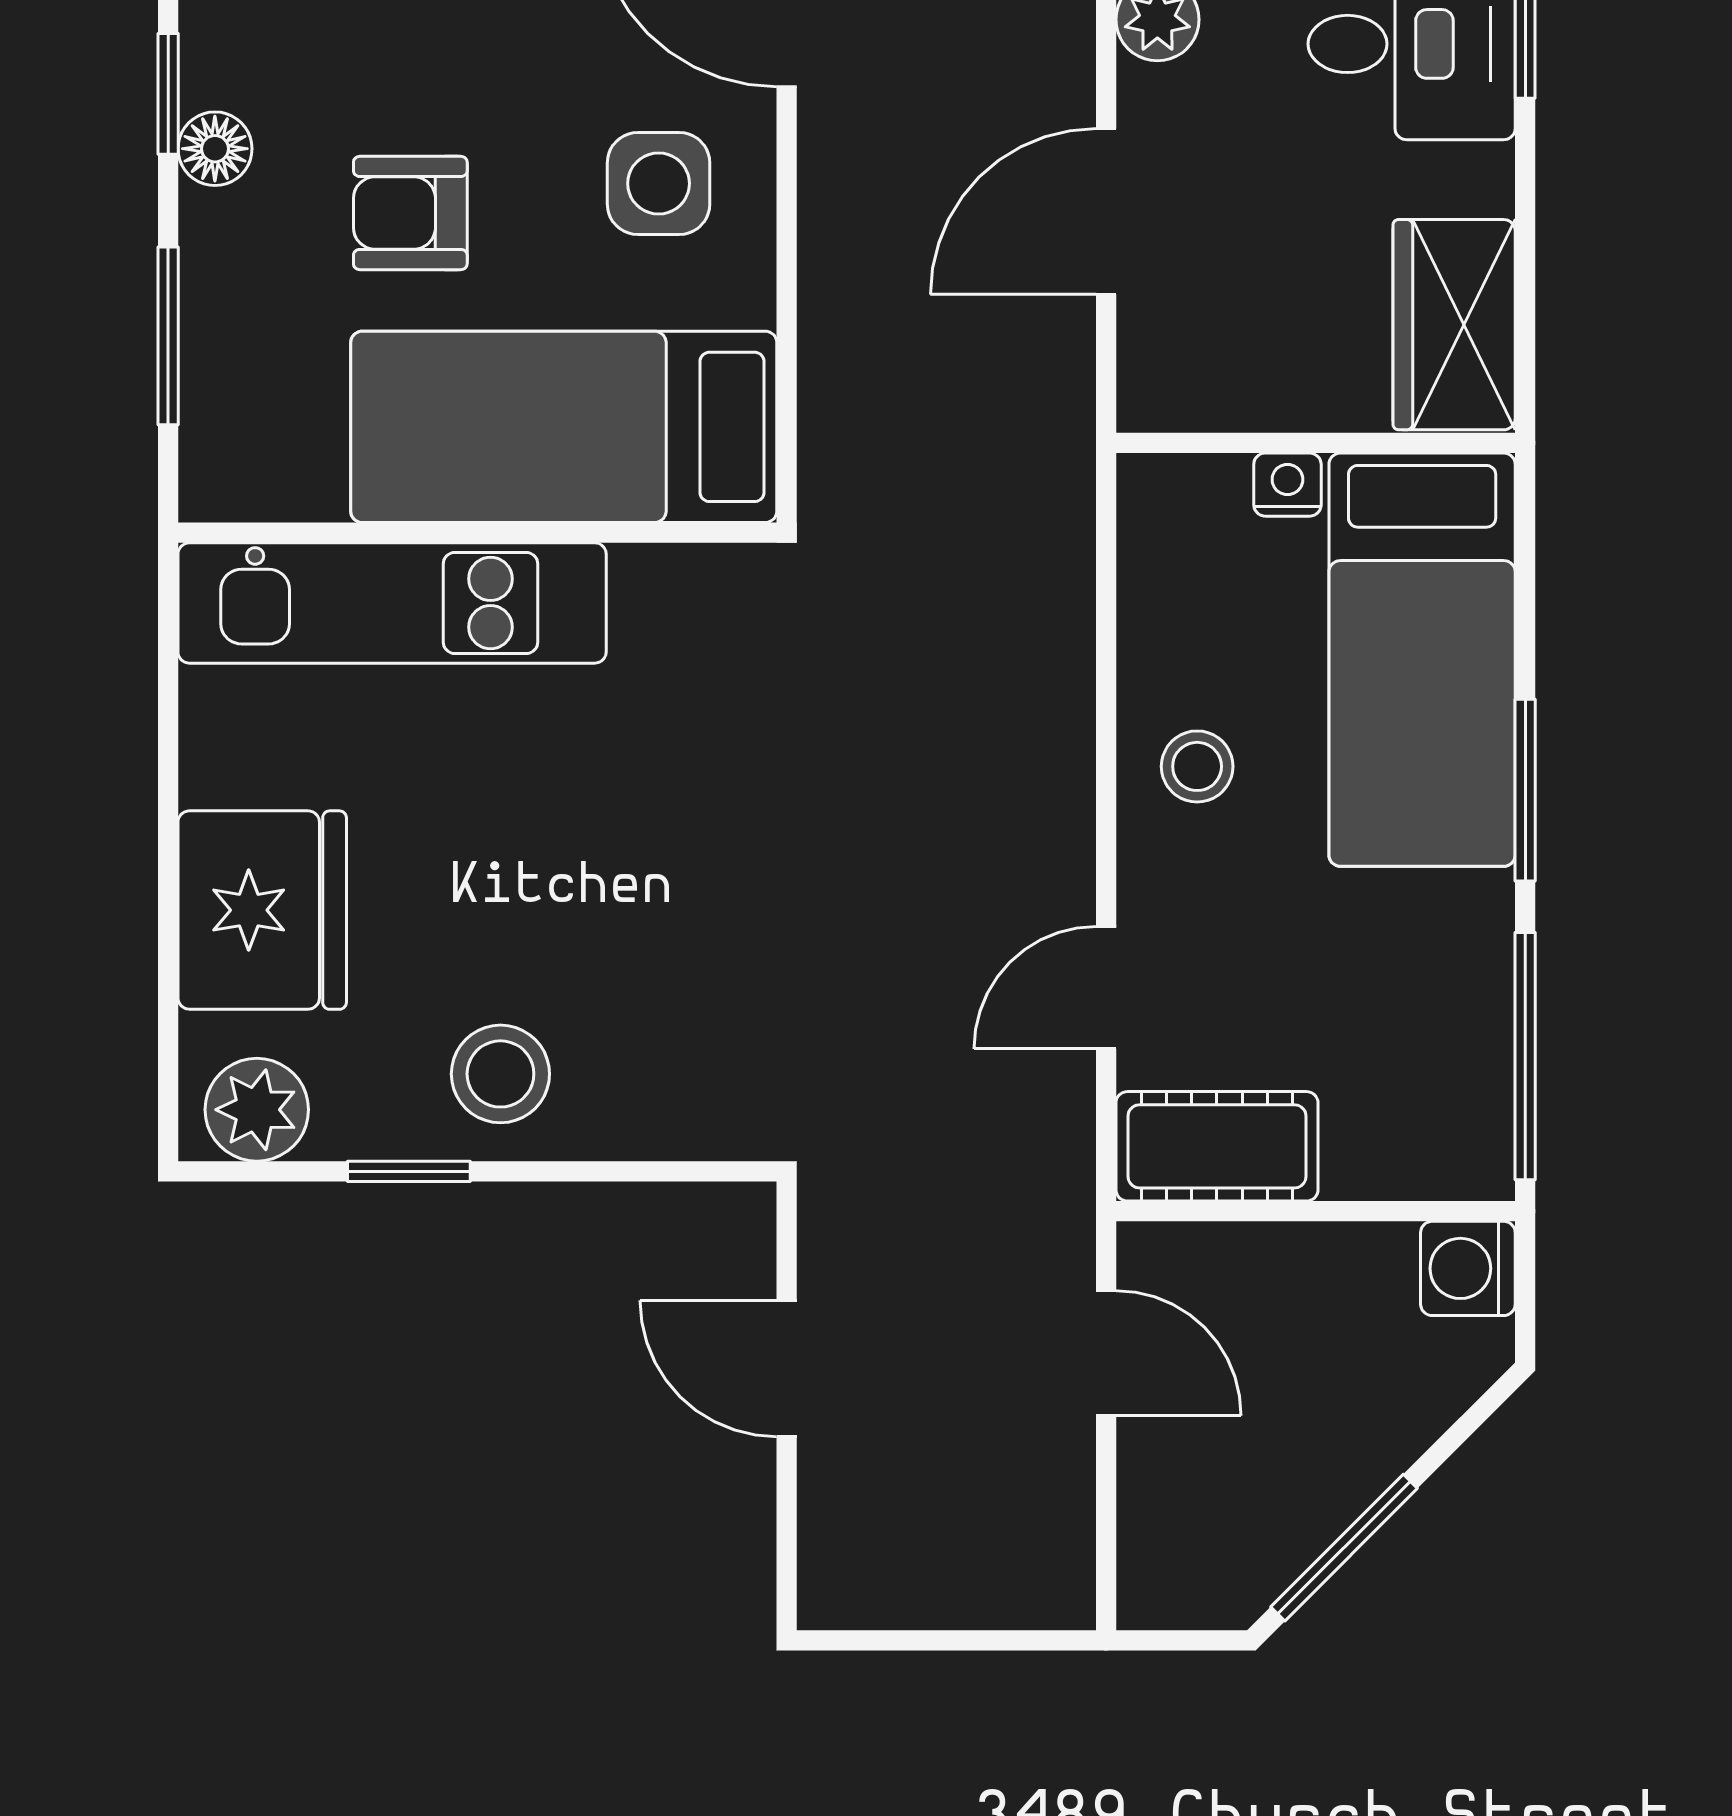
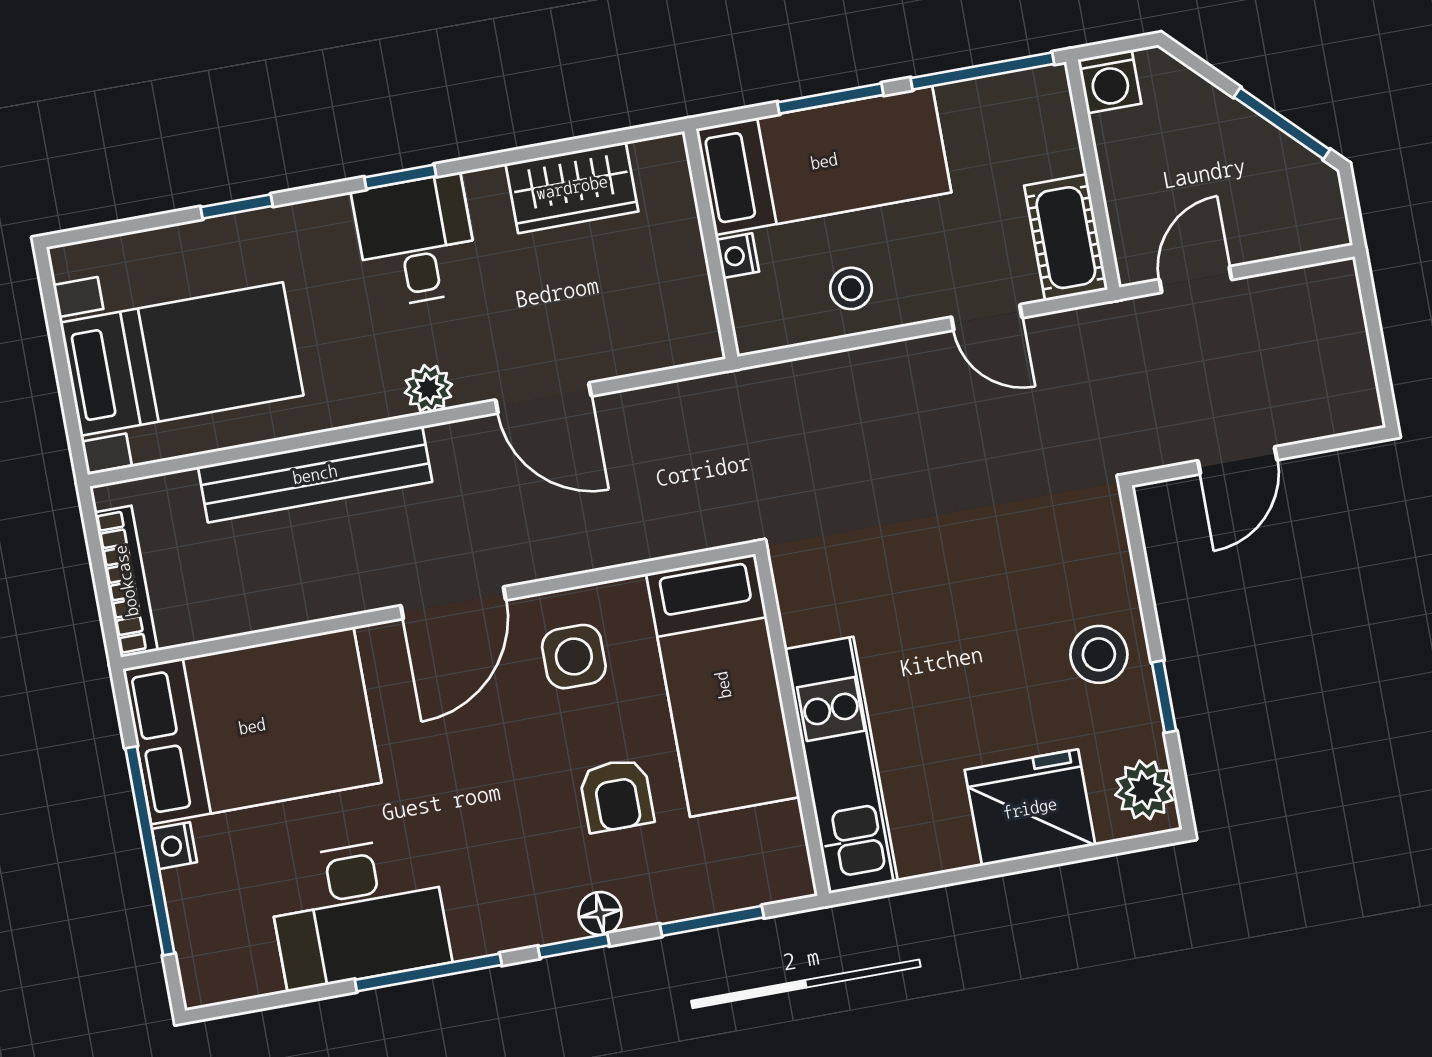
wall: (1316, 443) -> (711, 244), moved
nightstand: (1287, 485) -> (738, 256), moved
bed: (1422, 660) -> (824, 161), moved

